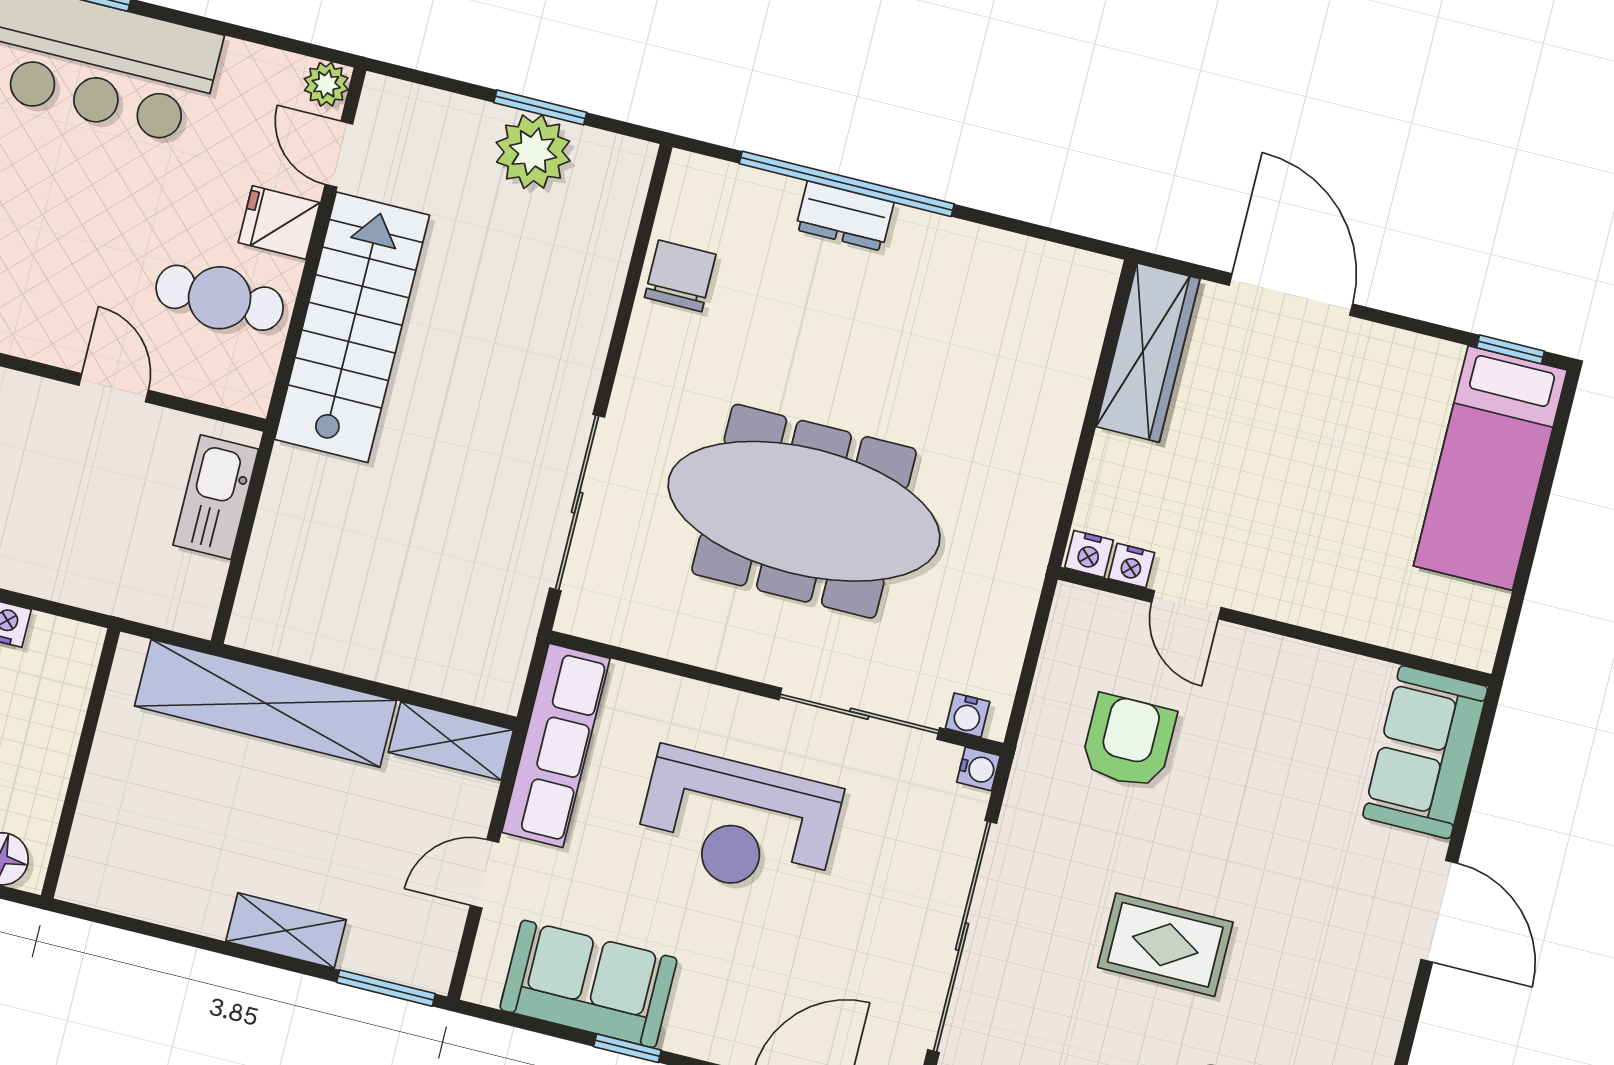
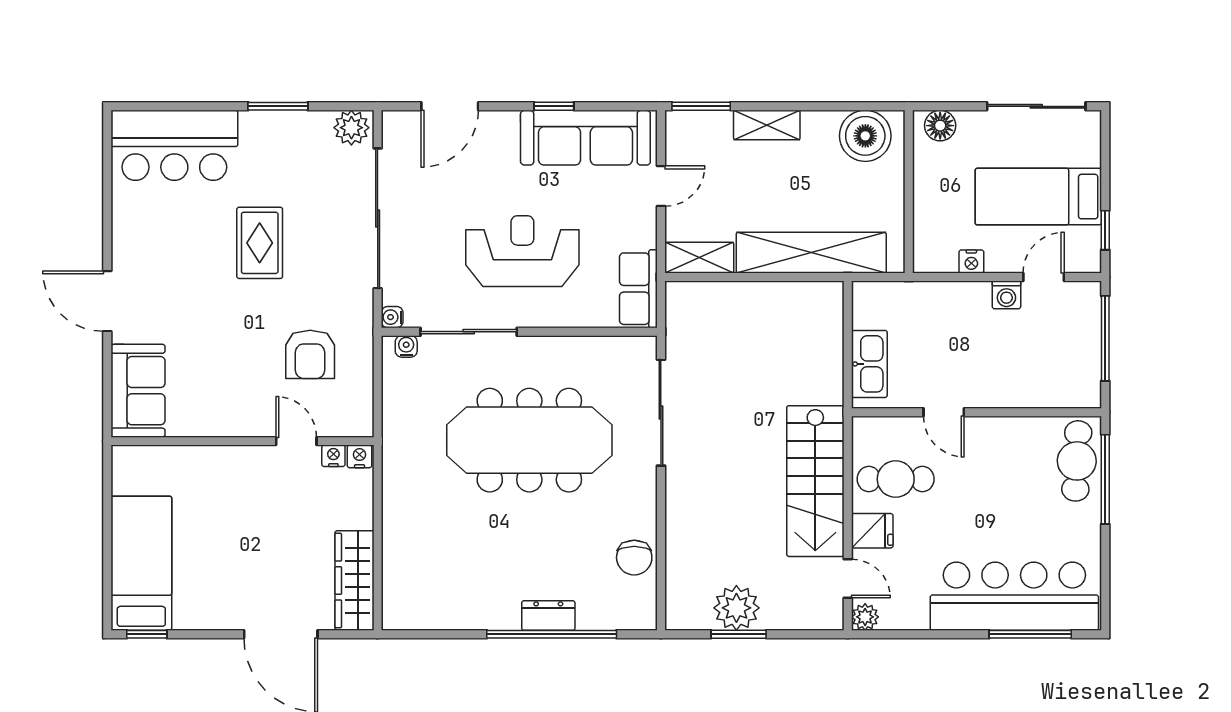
row of seats: (556, 745) -> (638, 289), width x0.68
boiler: (129, 873) -> (865, 136), added
rug: (1165, 945) -> (260, 243), turned 90
sofa: (588, 984) -> (585, 138), width x1.36

